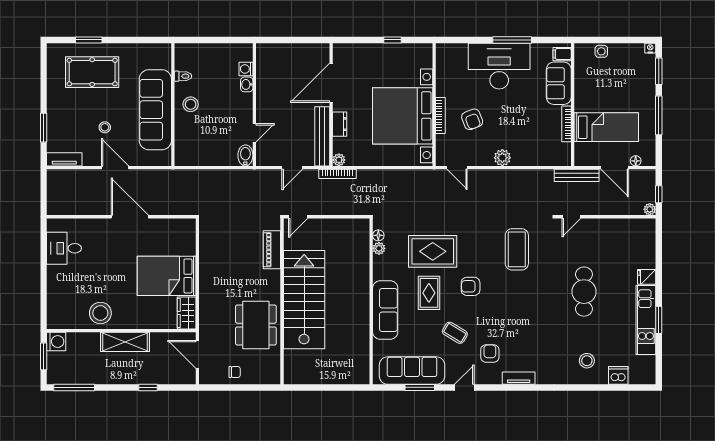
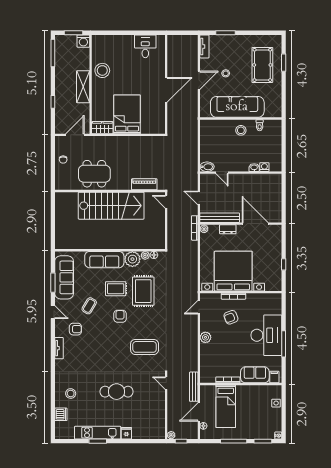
plant: (385, 268) -> (132, 259), added

